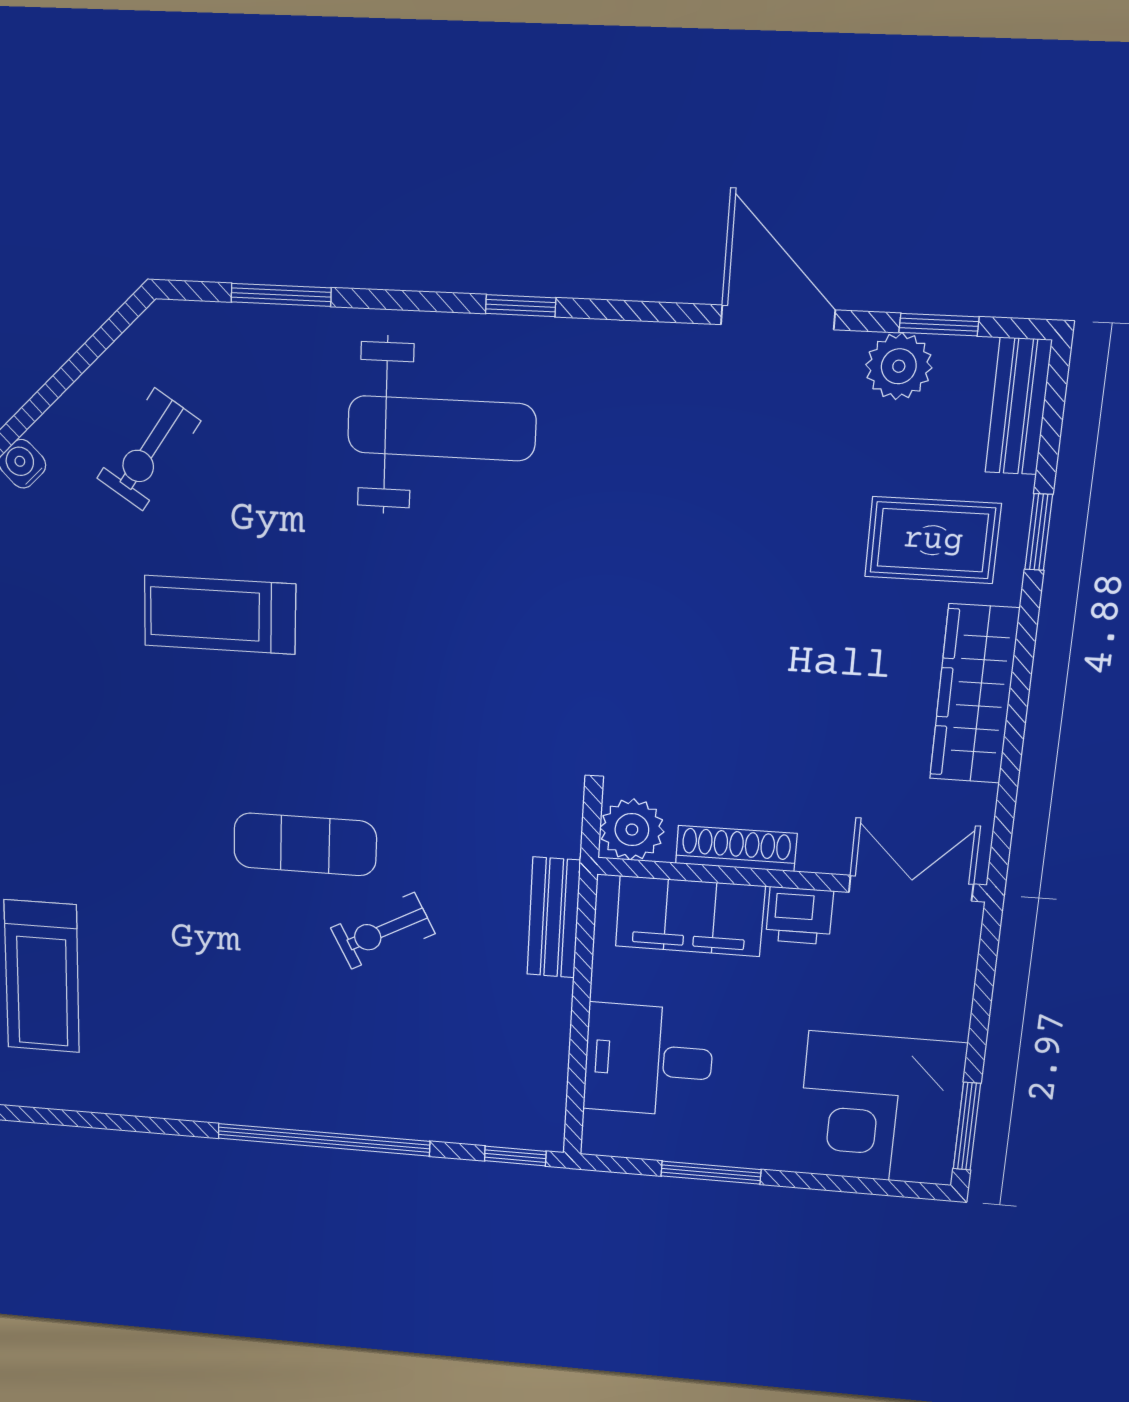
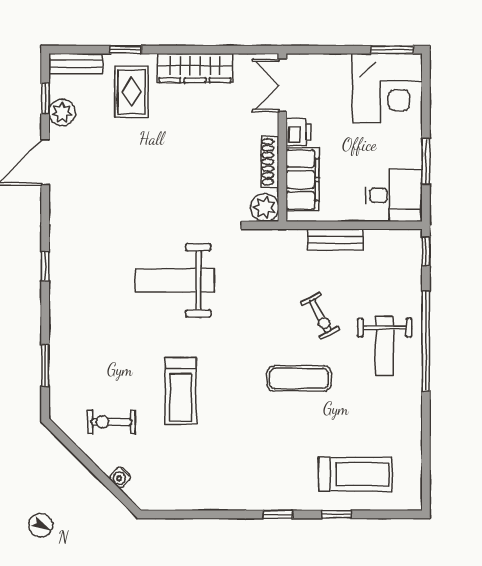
weight bench: (442, 428) -> (175, 280), moved, turned -90
exercise bike: (149, 450) -> (111, 422), turned 147
exercise mat: (305, 844) -> (299, 378), moved, turned 90
bench: (554, 918) -> (335, 240), moved
weight bench: (316, 1057) -> (385, 345), added
desk: (649, 1060) -> (394, 195), moved, turned -90

